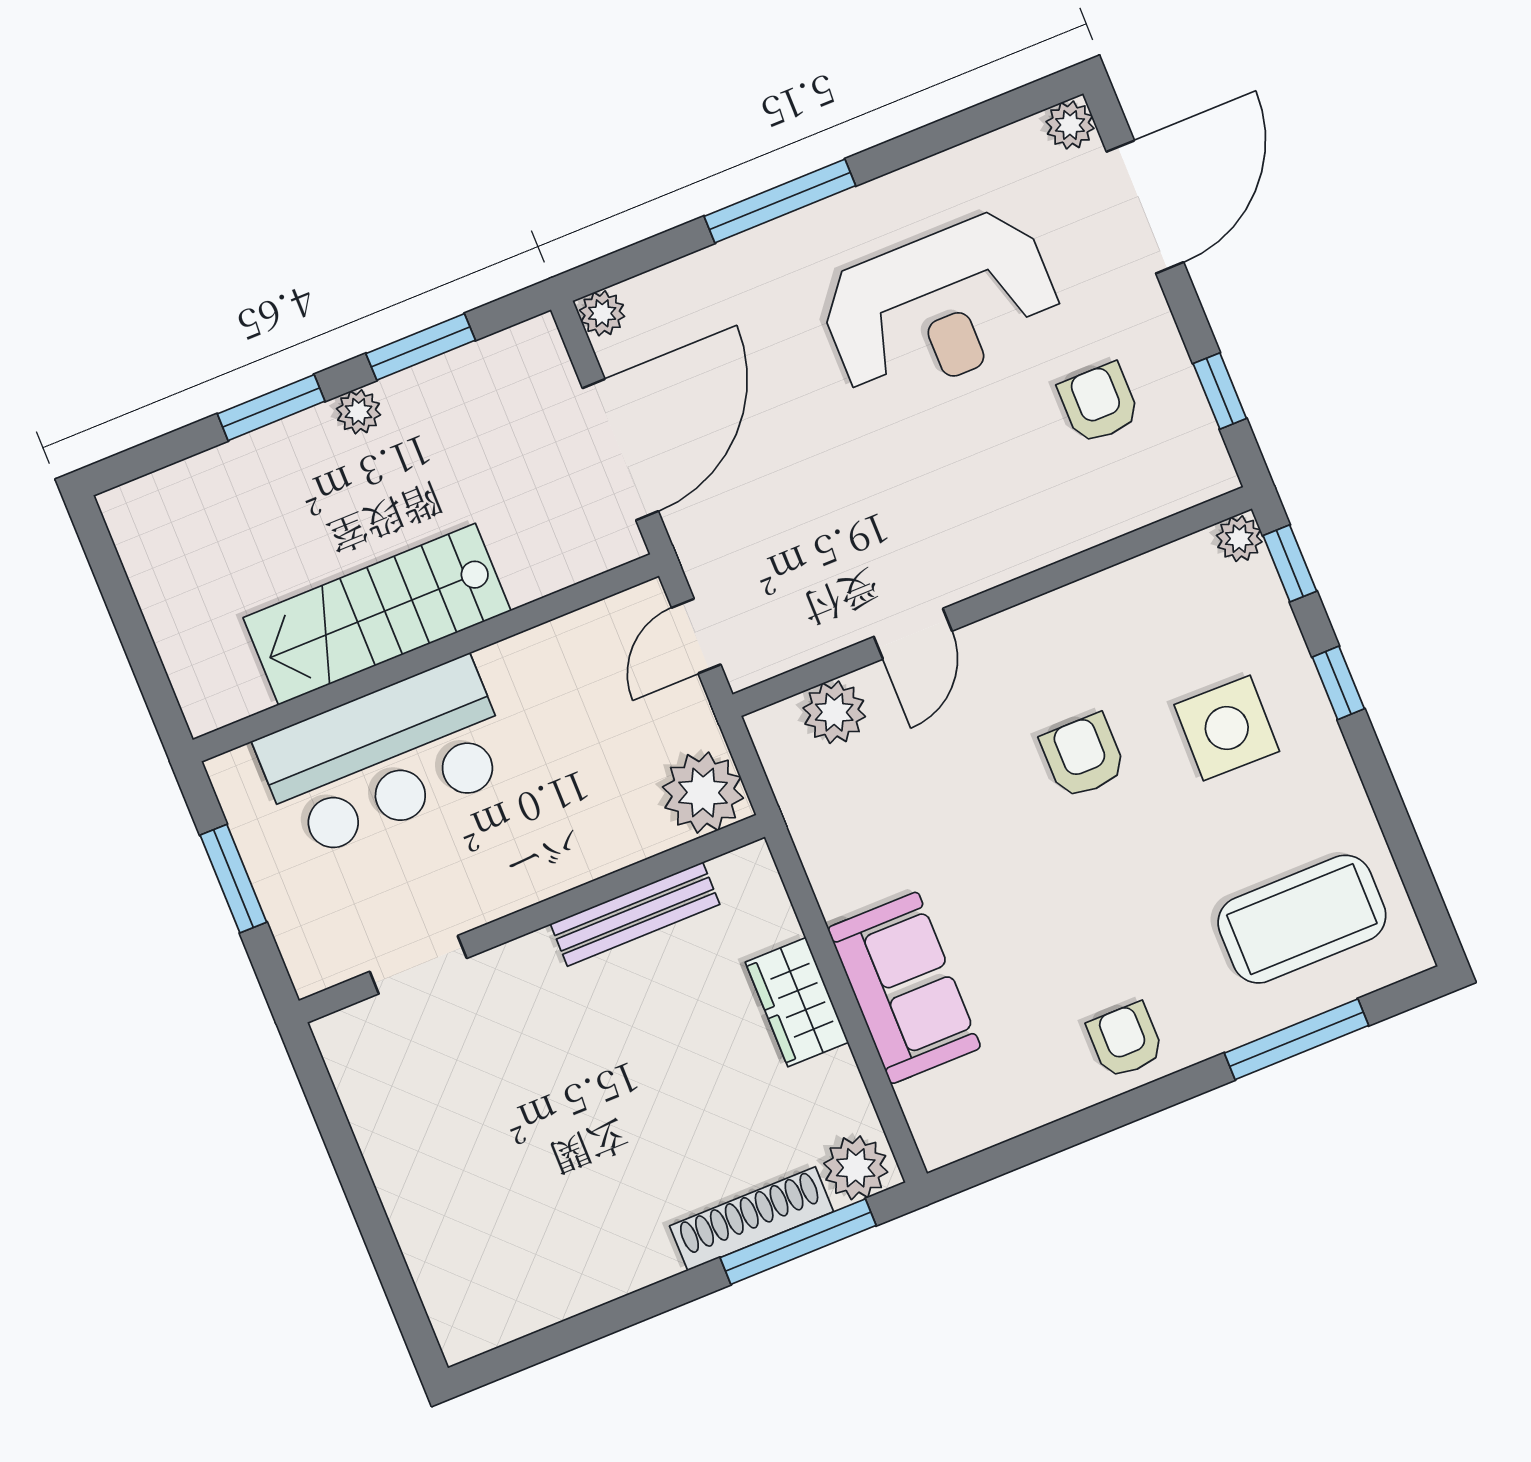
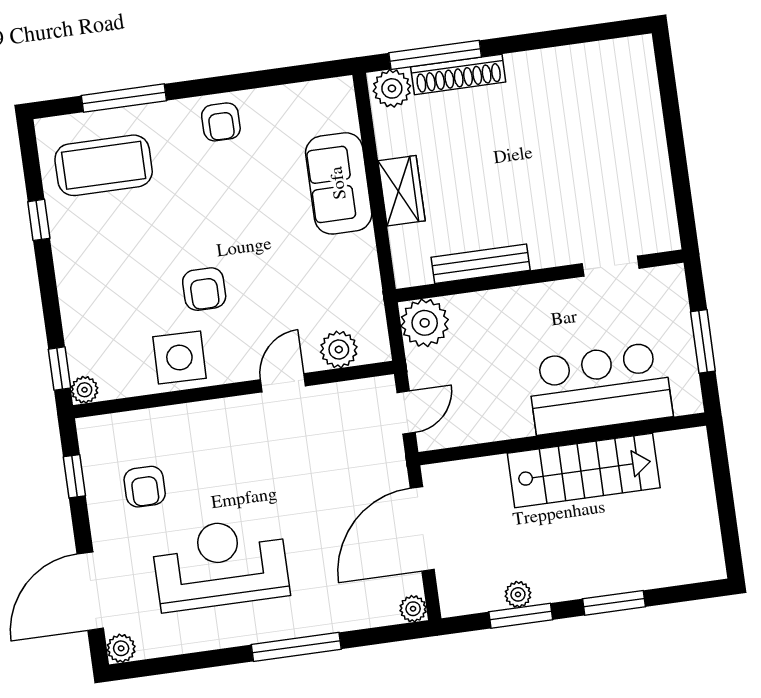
plant: (359, 412) -> (518, 594), moved
window: (1338, 683) -> (39, 220), moved
side table: (1227, 728) -> (179, 357), moved

